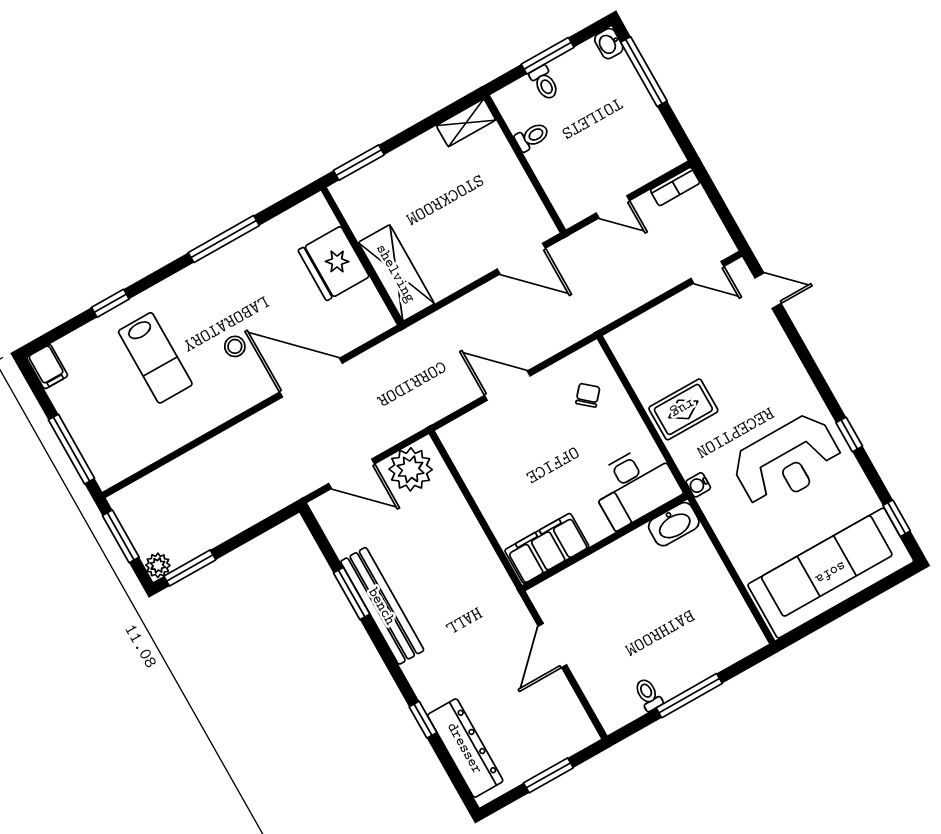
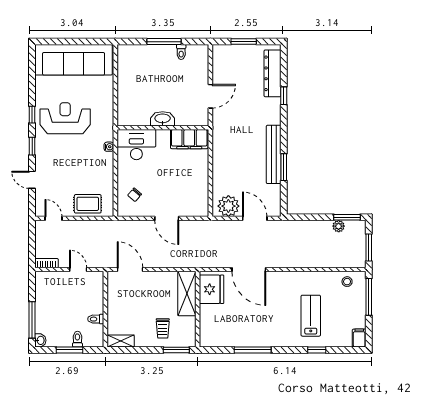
trolley: (404, 187) -> (163, 328), added
fridge: (334, 263) -> (211, 289), moved
door: (768, 291) -> (32, 180), moved
stool: (235, 346) -> (347, 282), moved
rug: (683, 409) -> (88, 204), moved
water cooler: (698, 485) -> (109, 147), moved
window: (897, 518) -> (32, 146), moved
washbasin: (674, 524) -> (163, 119), moved
plant: (158, 565) -> (339, 226), moved

